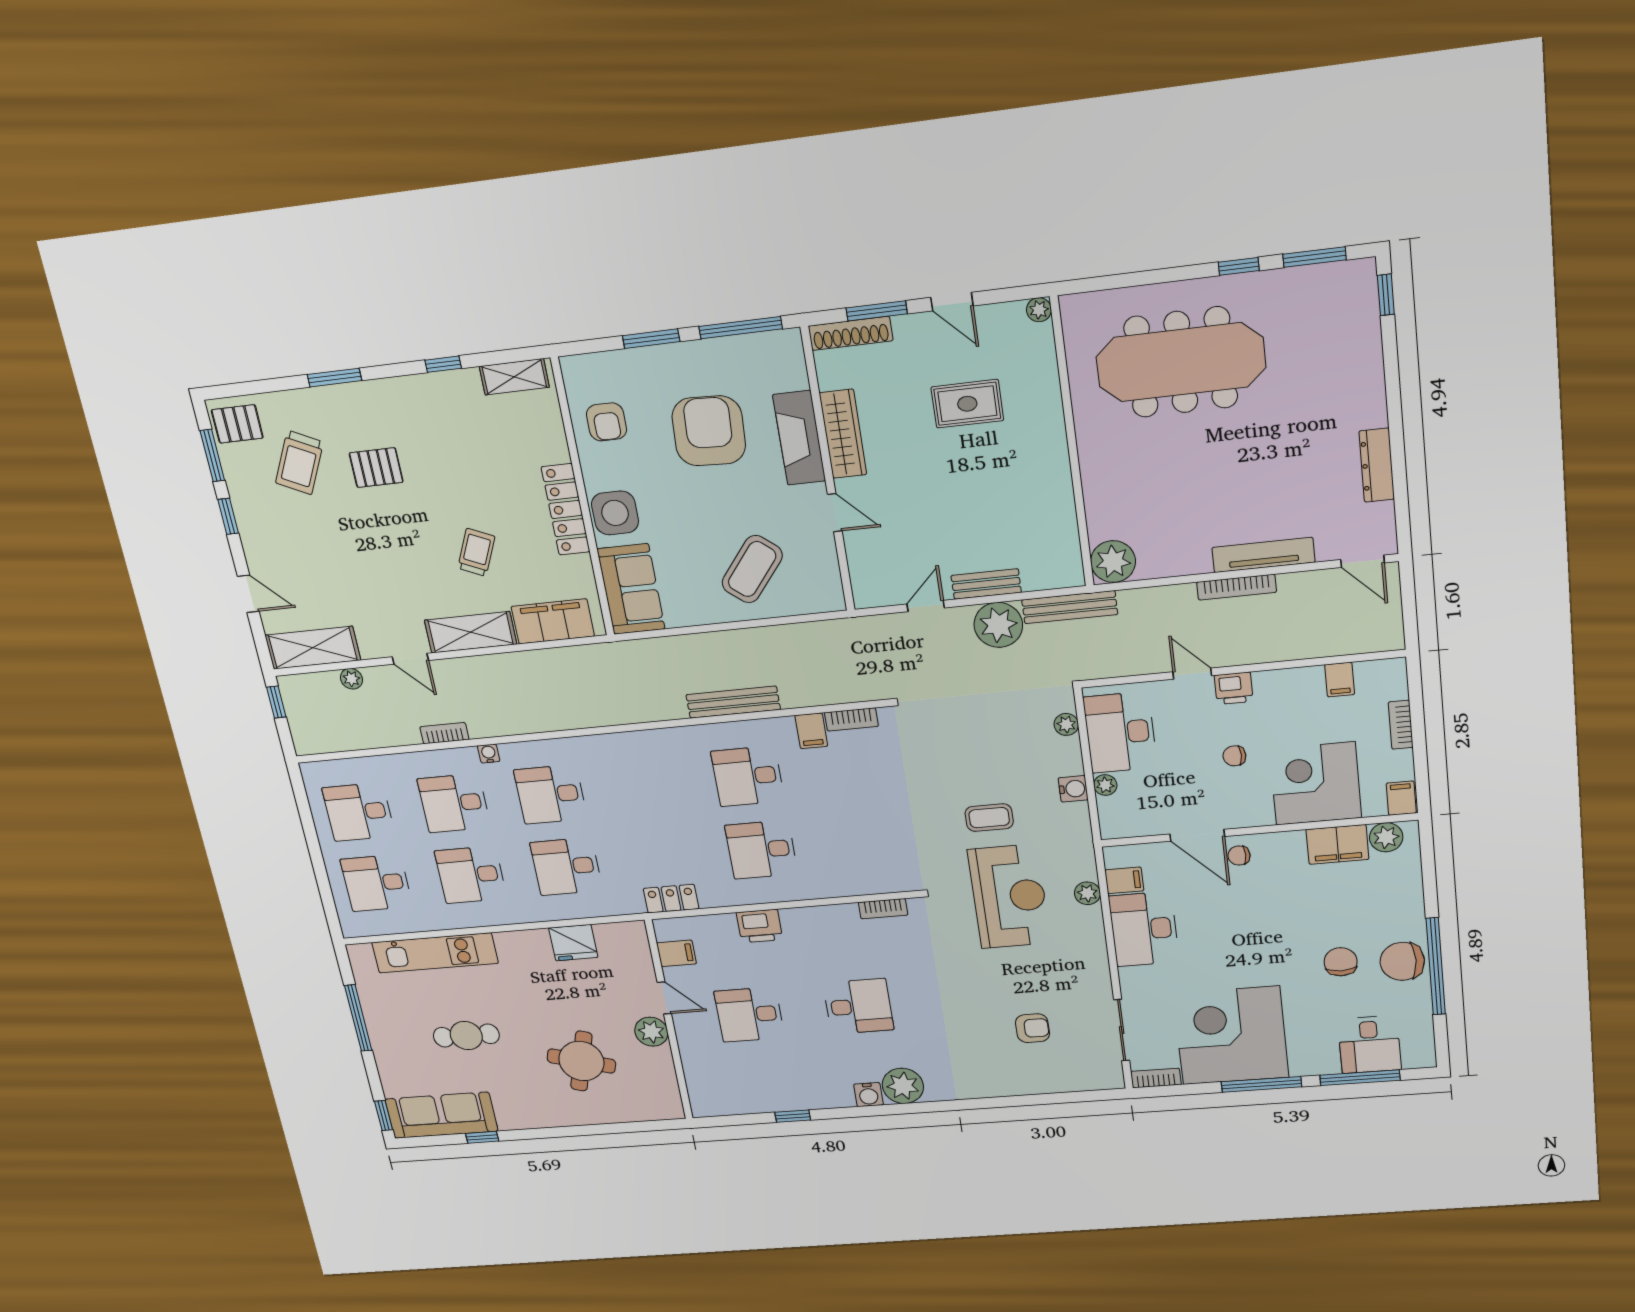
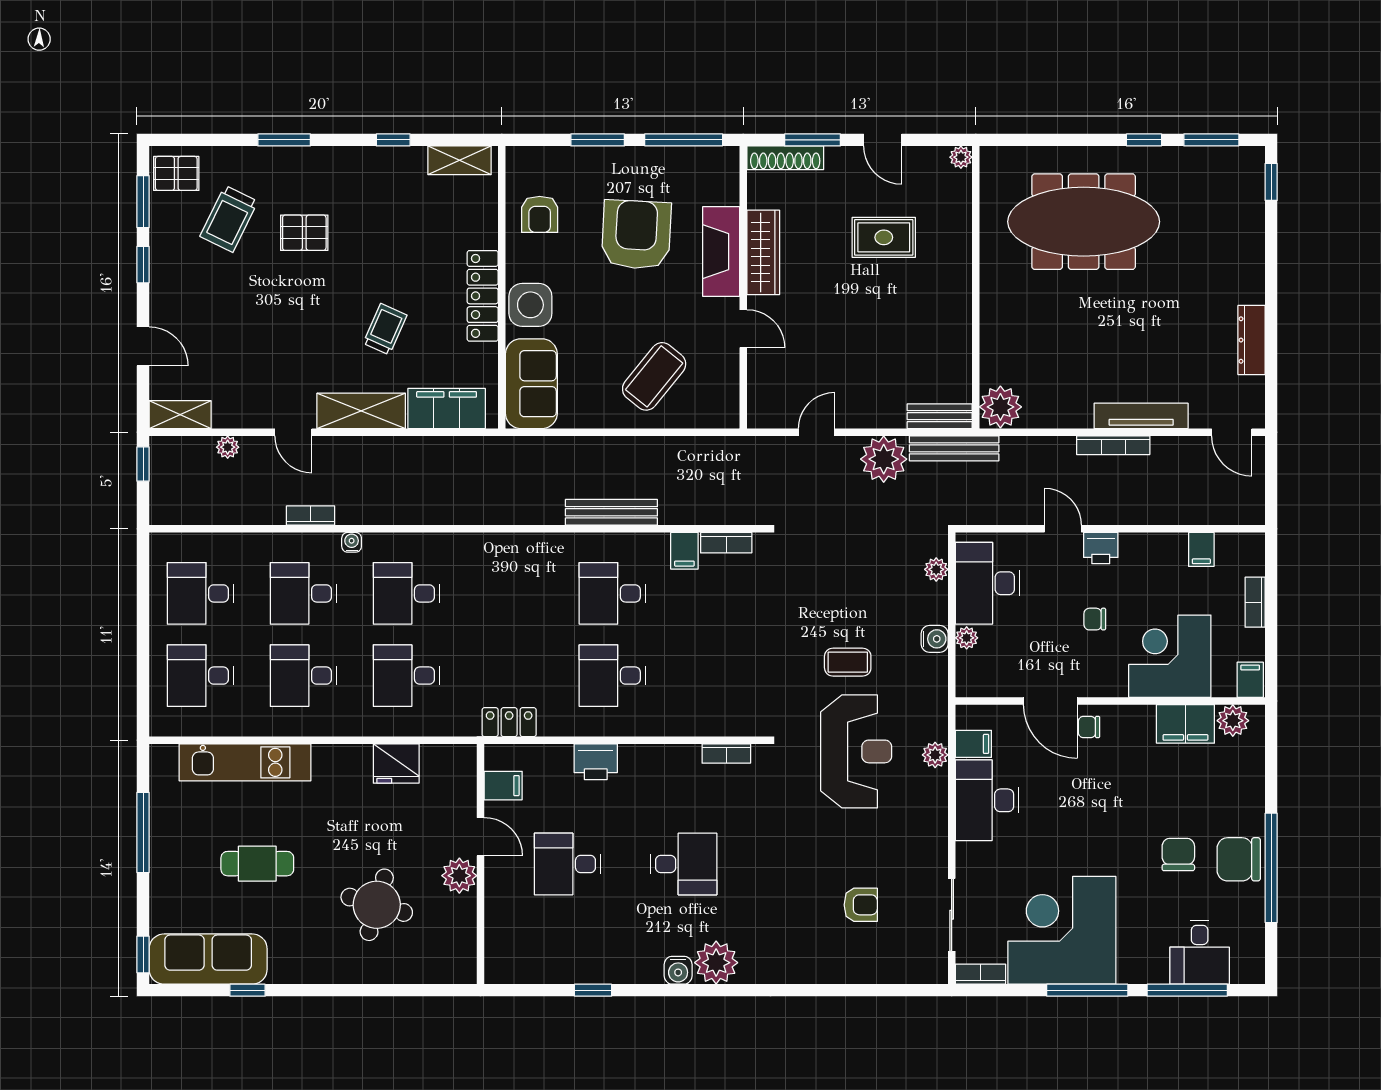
bench: (986, 584) -> (940, 416), moved
shelving: (313, 648) -> (180, 415), width x0.67, depth x0.75

